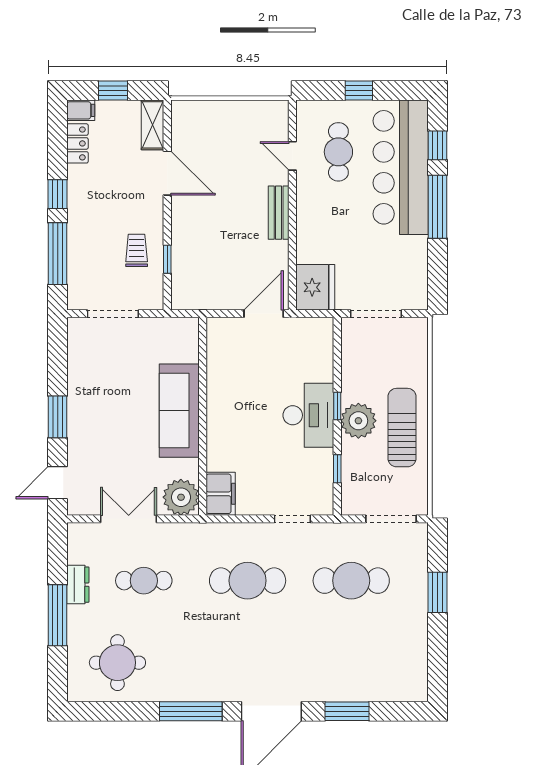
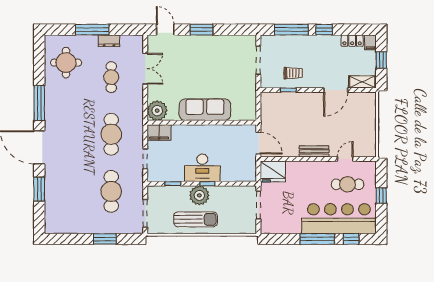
sofa: (179, 411) -> (205, 110), moved
wall: (203, 416) -> (202, 123), moved
filing cabinet: (221, 494) -> (159, 132), moved
plant: (181, 497) -> (157, 111), moved

